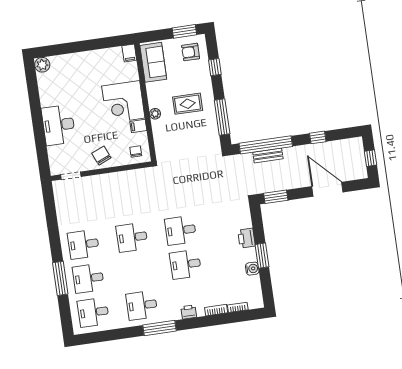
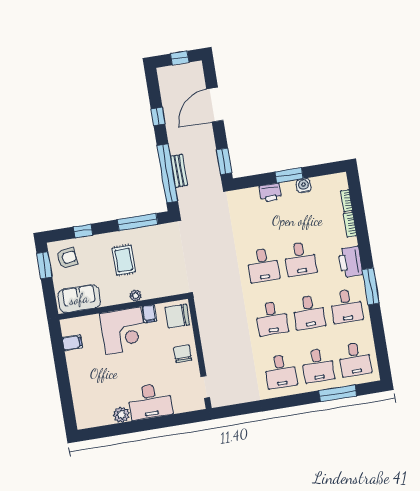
armchair: (191, 52) -> (67, 258), turned -95
filing cabinet: (129, 53) -> (72, 343), moved
plant: (42, 65) -> (121, 414), moved
chair: (136, 151) -> (177, 316), width x1.87, depth x1.87
chair: (101, 156) -> (183, 354), turned 113
desk: (137, 271) -> (309, 312), added
window: (60, 278) -> (338, 393), moved
printer: (189, 312) -> (350, 262), width x1.87, depth x1.48

